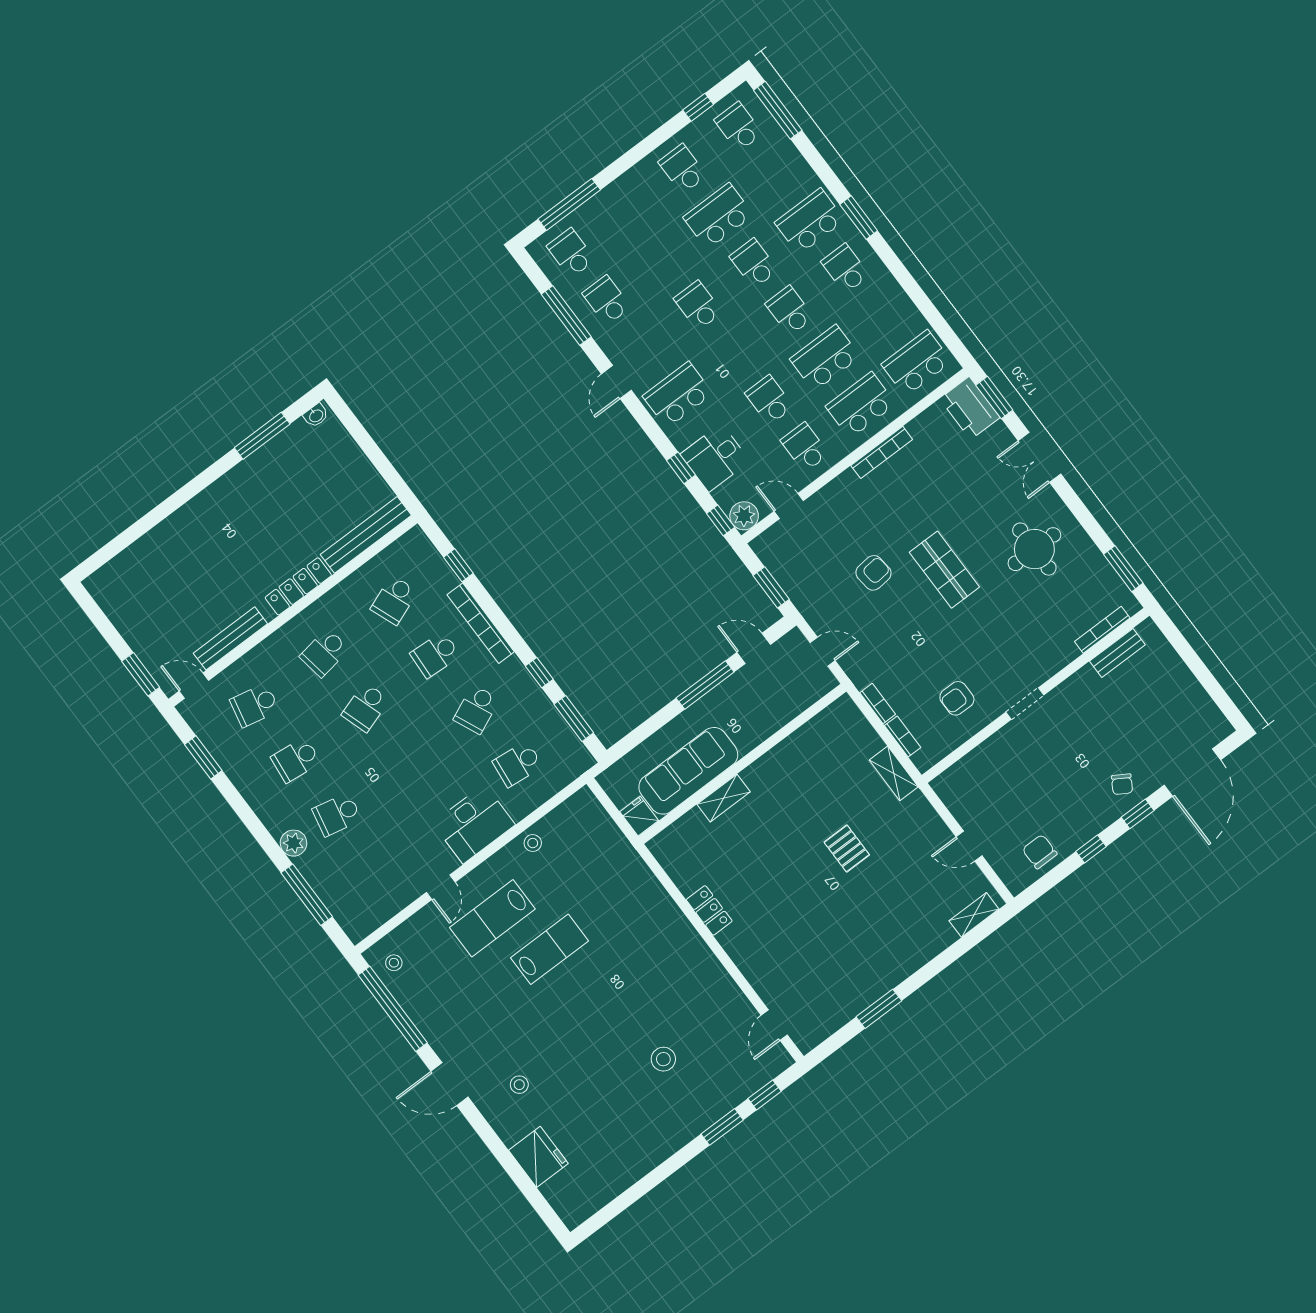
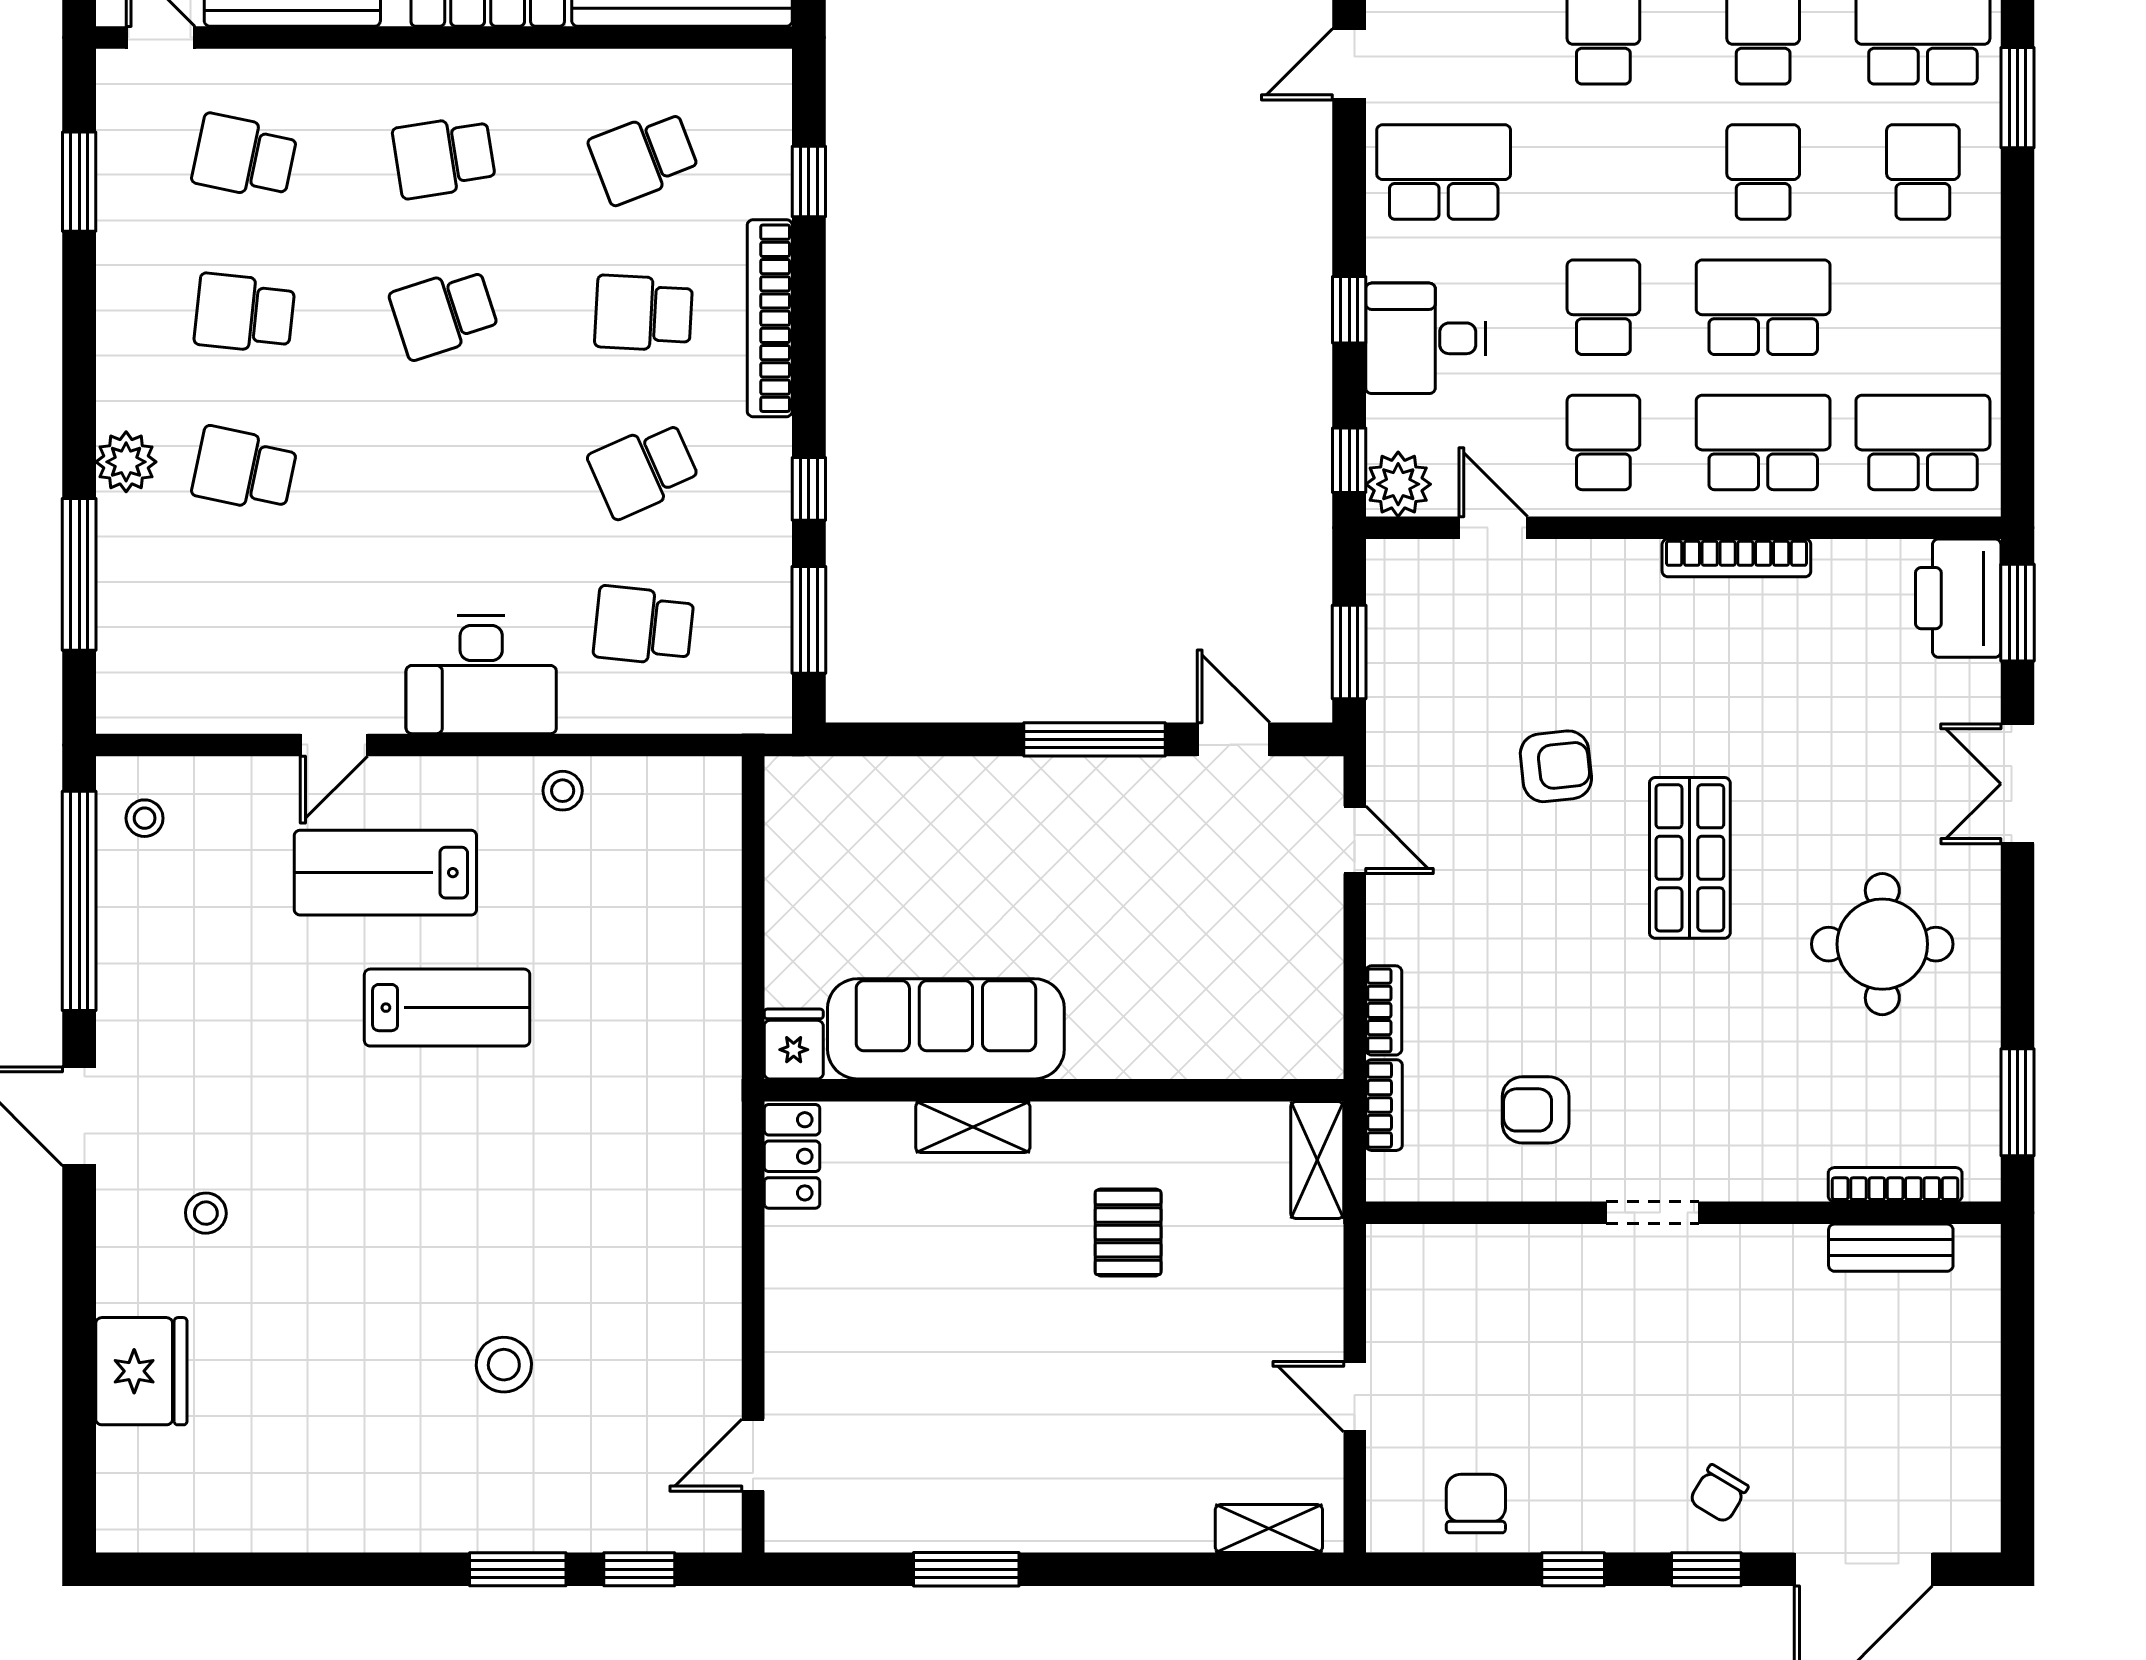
wall: (742, 764) -> (1054, 1090), moved
sofa: (688, 771) -> (946, 1029), moved
shelving: (724, 798) -> (973, 1127), moved
fridge: (639, 816) -> (794, 1044), moved

